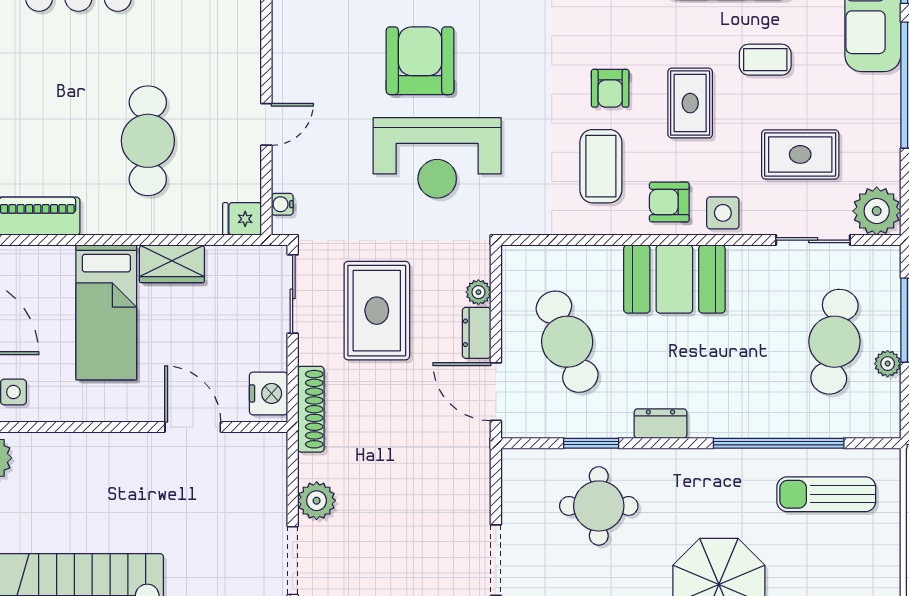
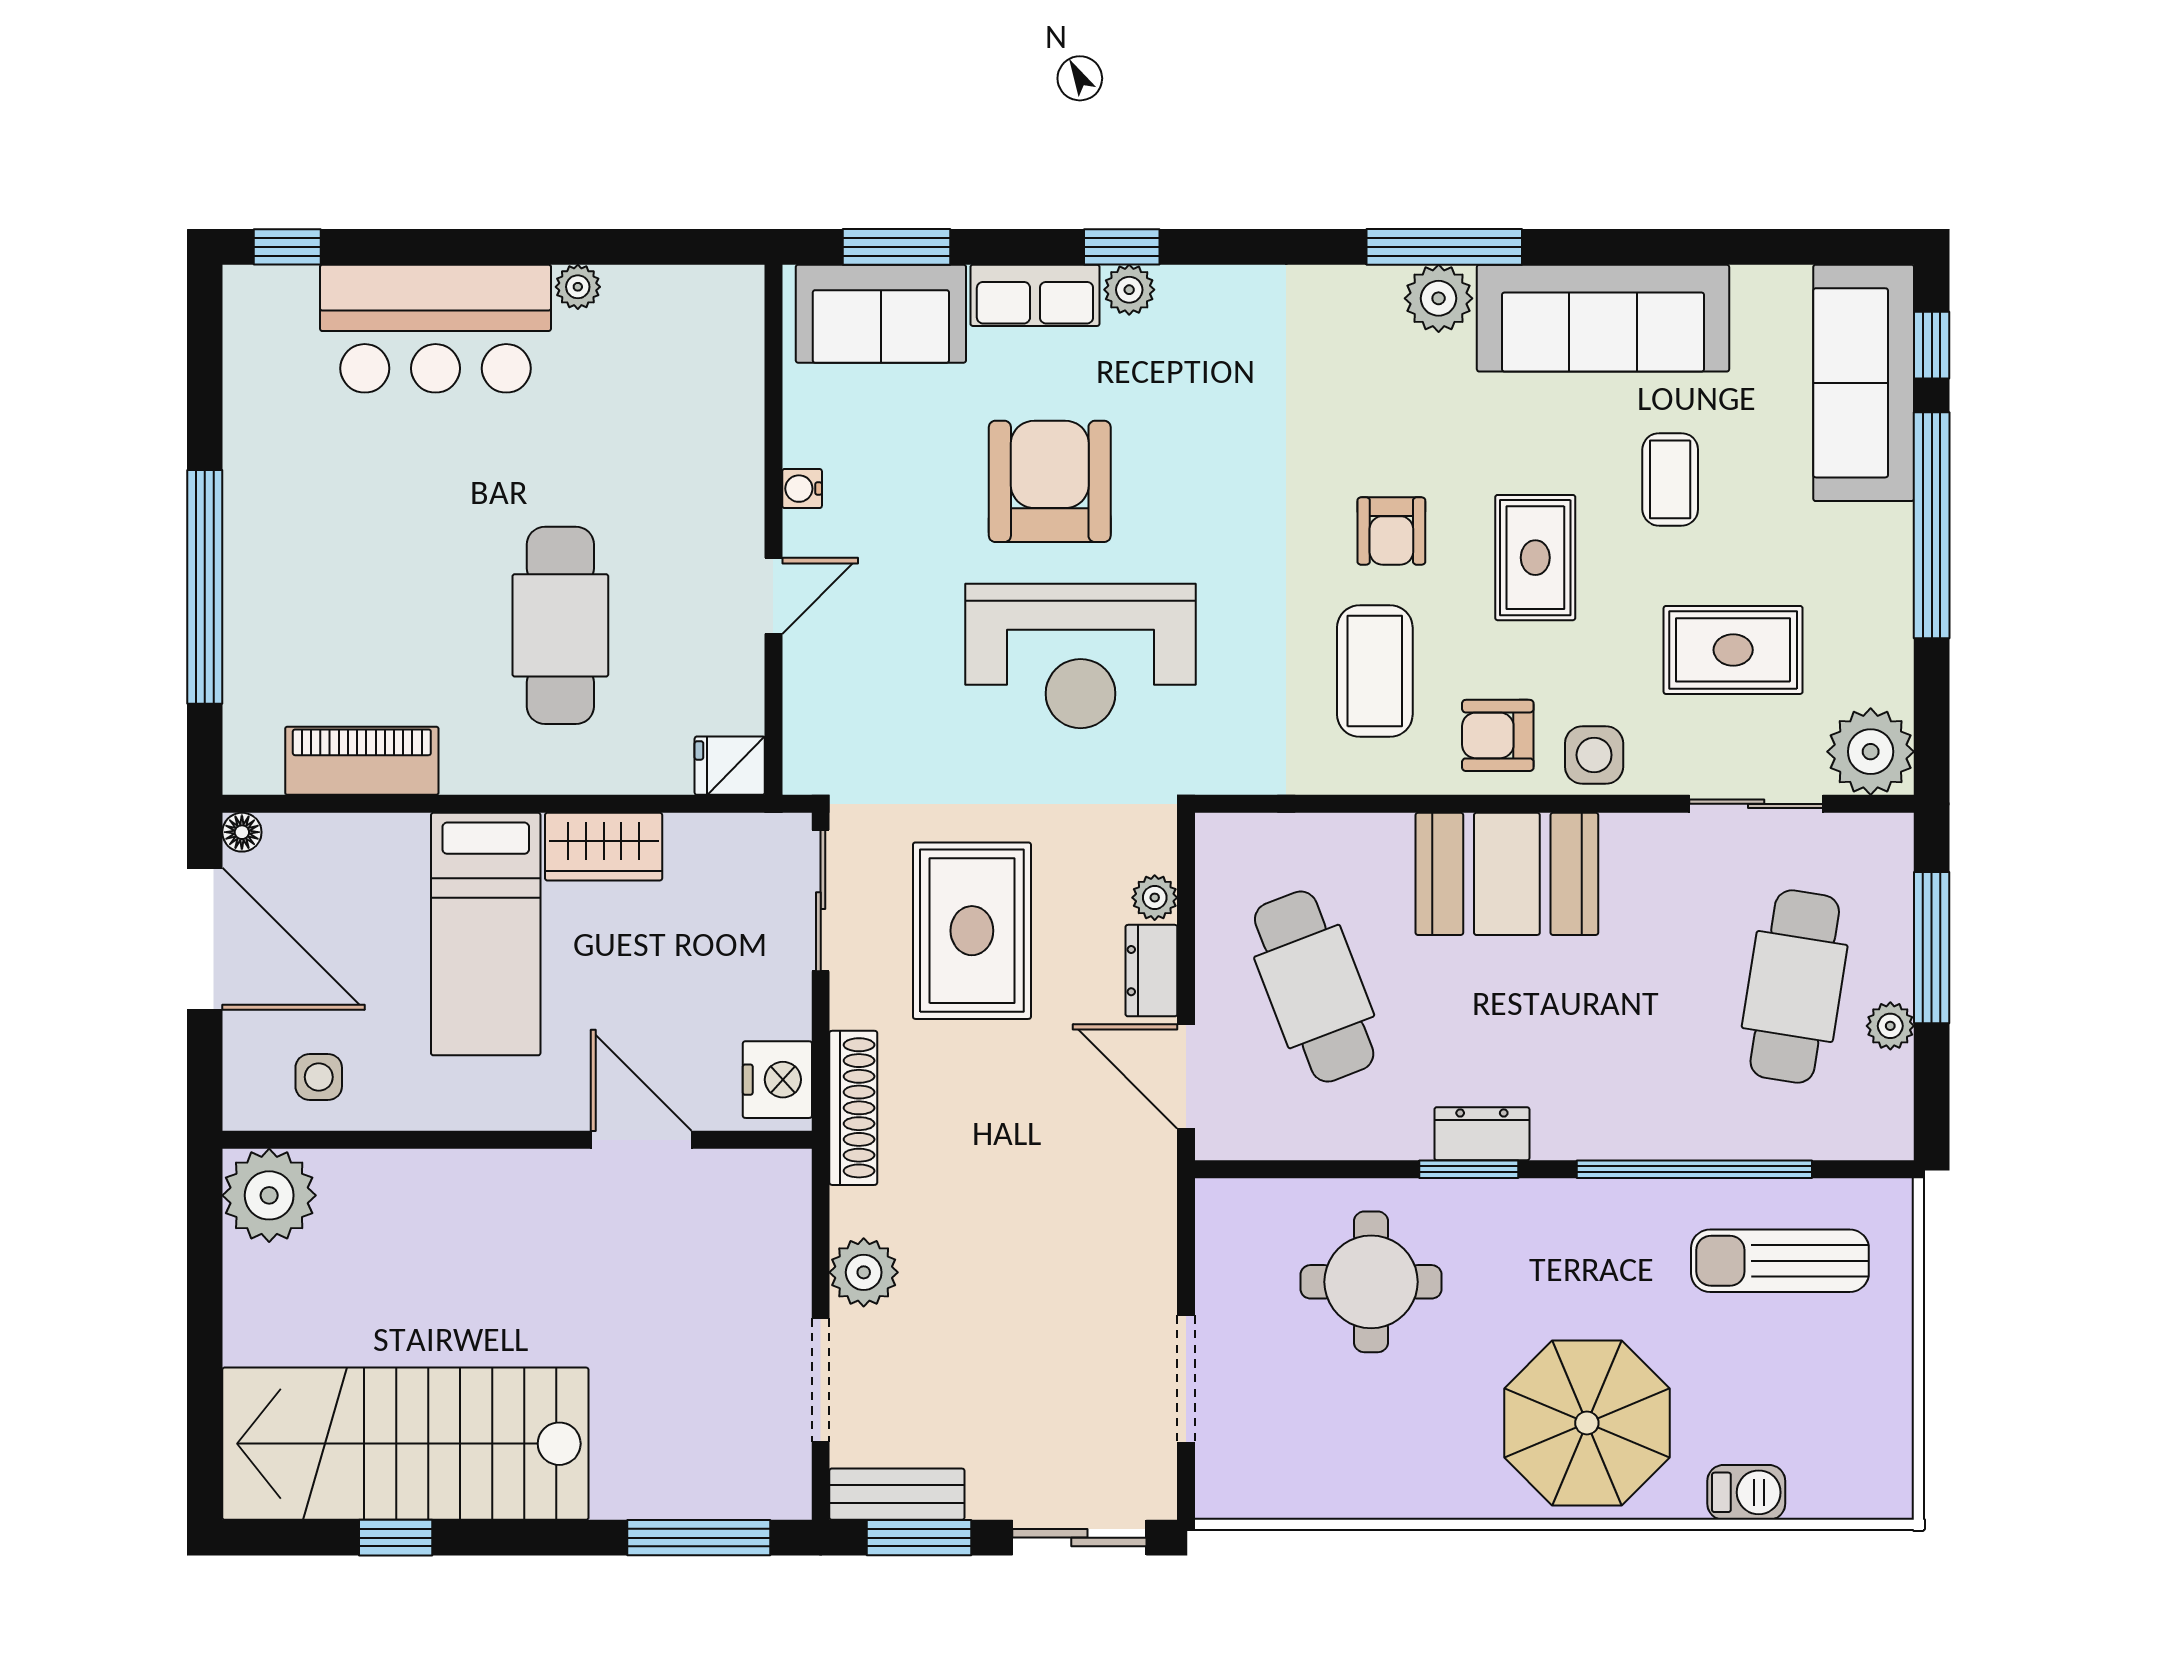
coffee table: (765, 60) -> (1670, 479), turned 90
water cooler: (282, 204) -> (802, 489), moved
window: (591, 443) -> (1469, 1169), moved

